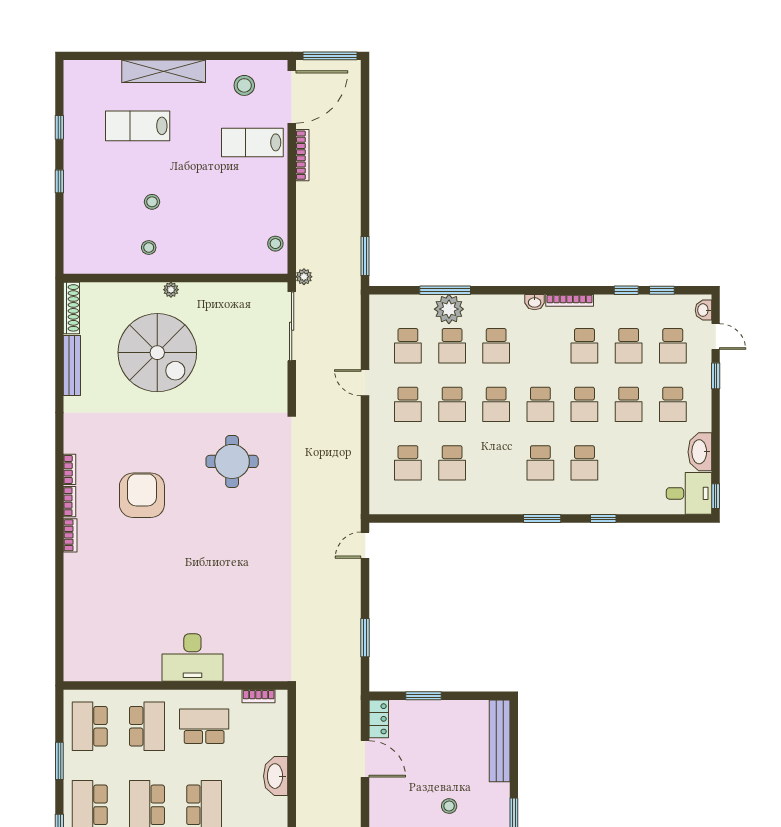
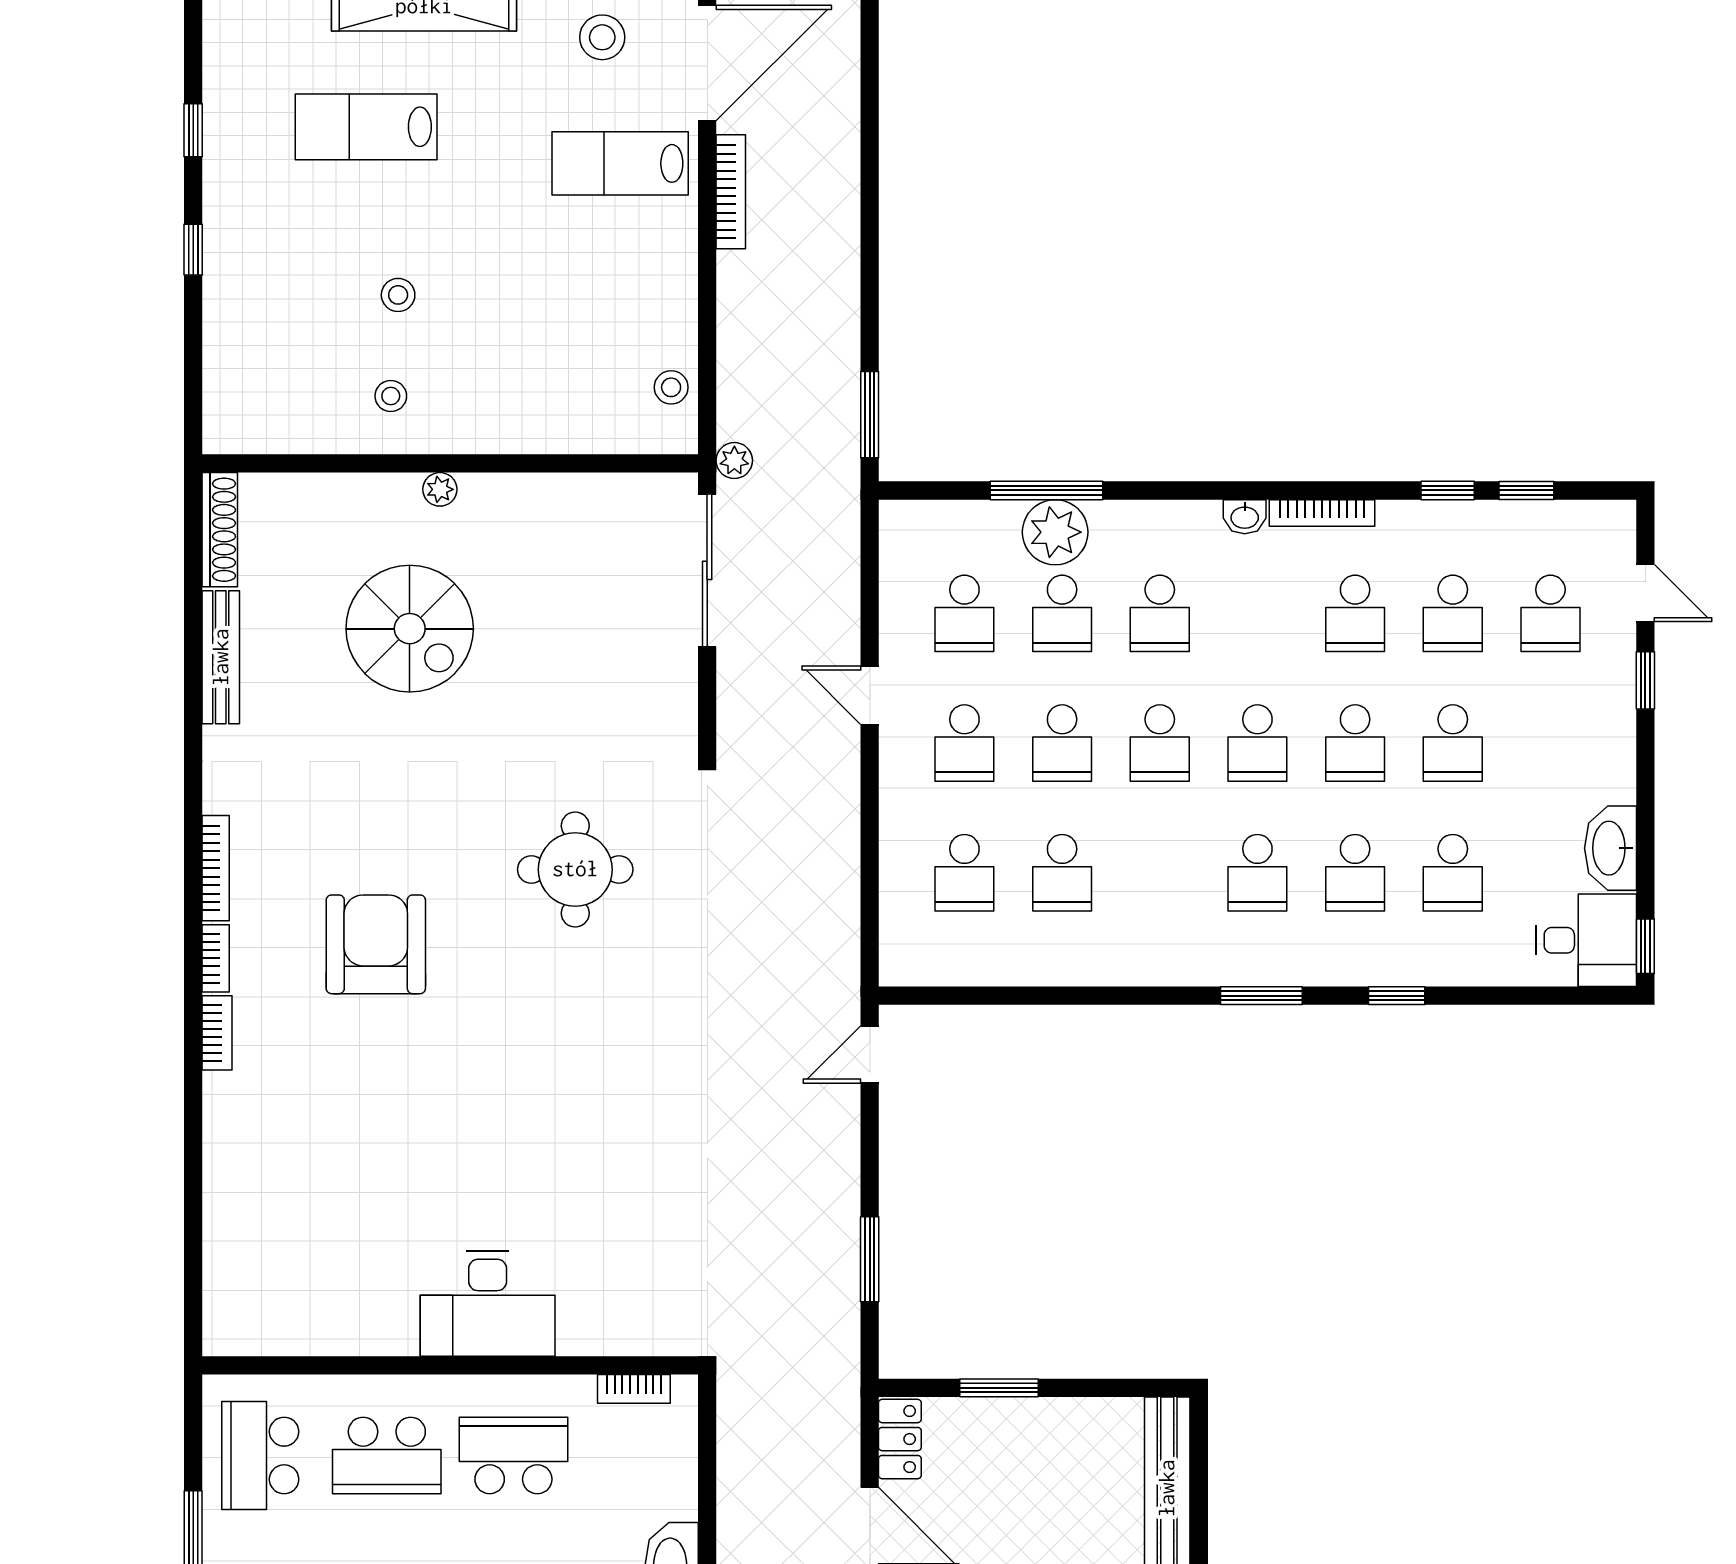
washbasin: (703, 310) -> (1618, 534), removed
spiral stairs: (157, 353) -> (410, 629), width x0.73, depth x0.73
school desk: (673, 404) -> (1453, 873), moved
bookcase: (70, 469) -> (216, 868), width x1.56
school desk: (147, 726) -> (387, 1455), turned 90

